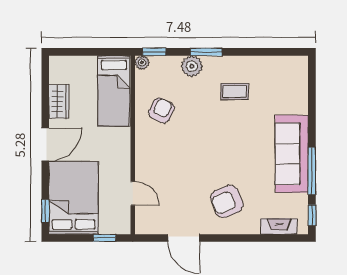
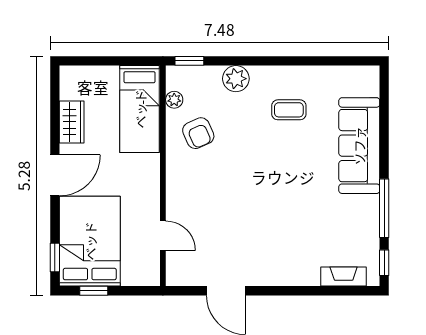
window: (206, 52) -> (254, 61), removed
plant: (142, 62) -> (174, 100), moved
armchair: (161, 110) -> (198, 133), turned 129
sofa: (292, 154) -> (359, 146), moved
armchair: (227, 201) -> (279, 246), removed
window: (104, 238) -> (94, 291), moved

